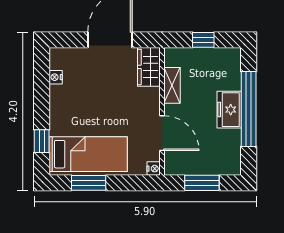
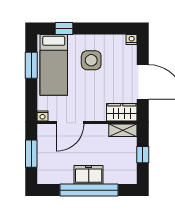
nightstand: (56, 77) -> (132, 40), moved
shelving: (172, 85) -> (123, 130), moved
side table: (82, 106) -> (91, 60), added

